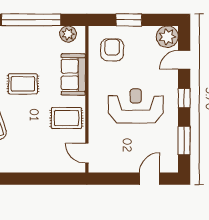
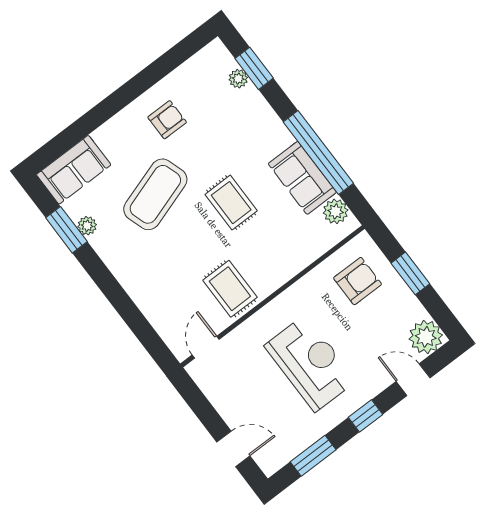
sofa: (73, 74) -> (302, 178), moved, turned -90

